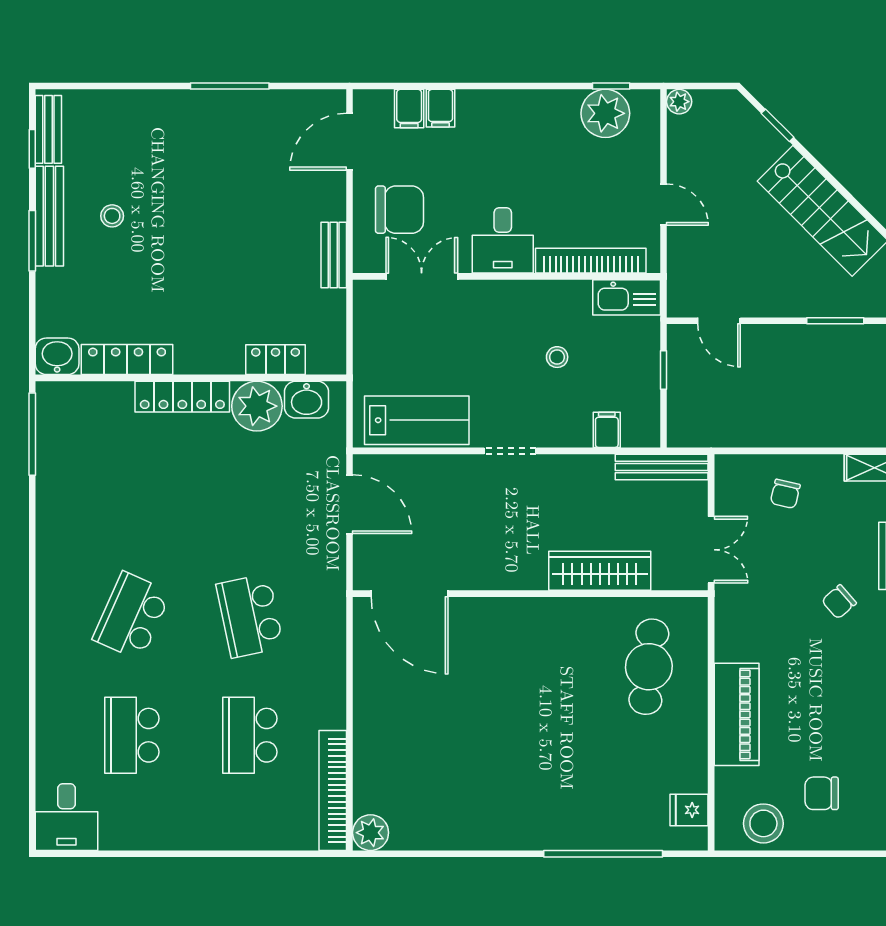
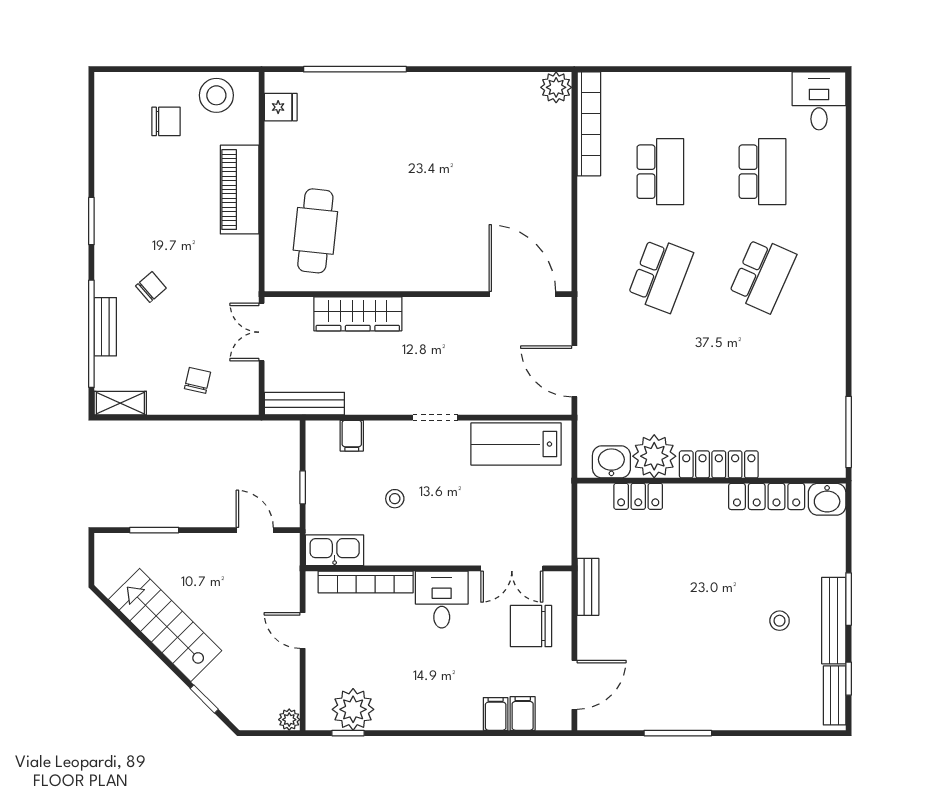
school desk: (250, 616) -> (660, 275), turned 33

